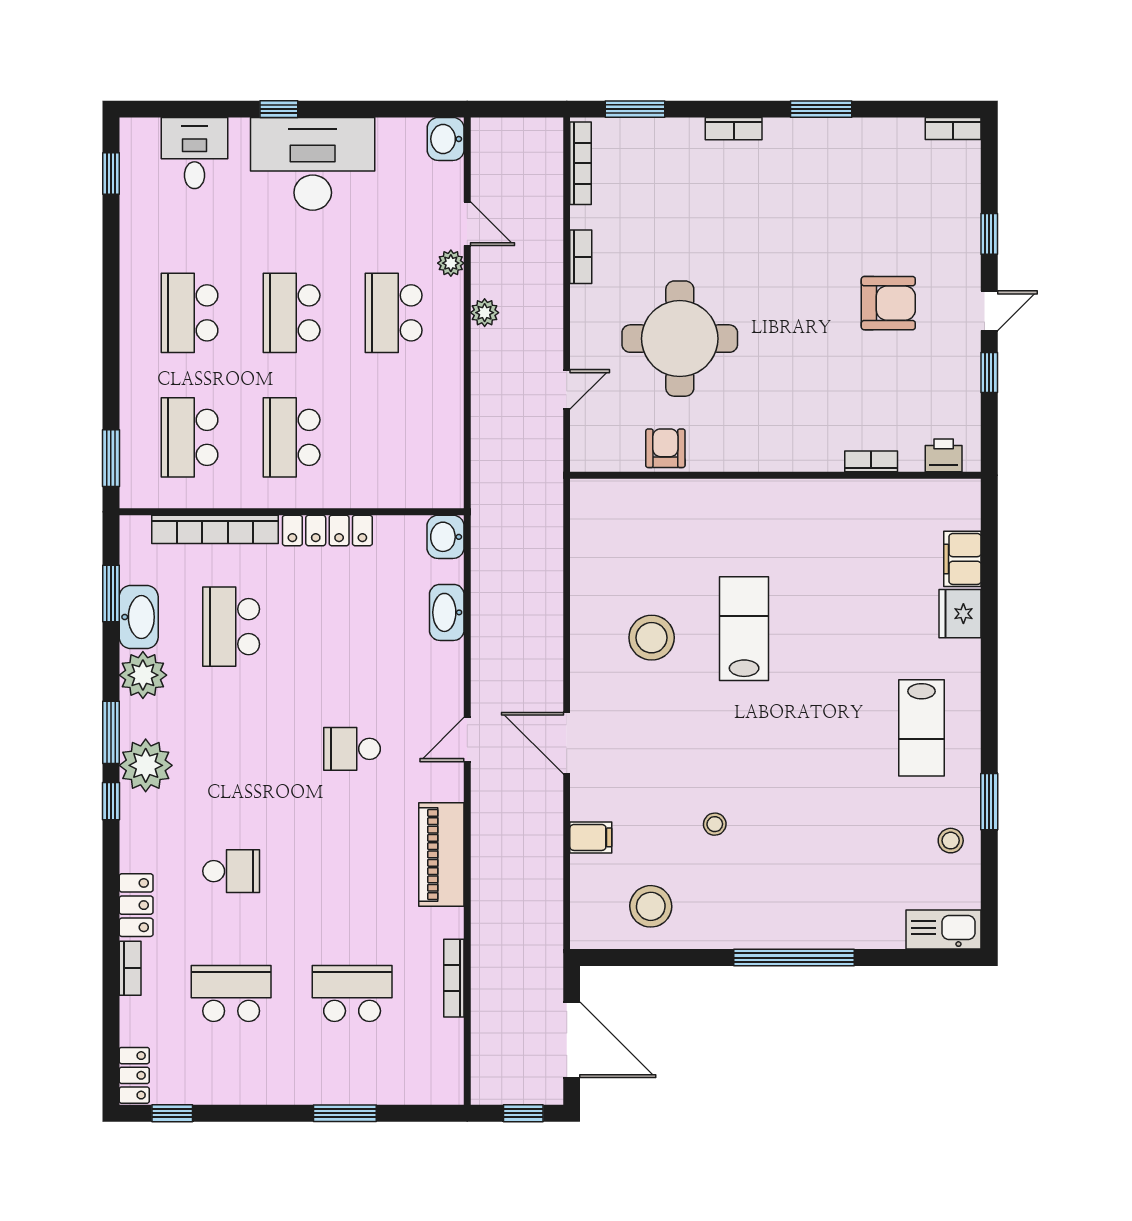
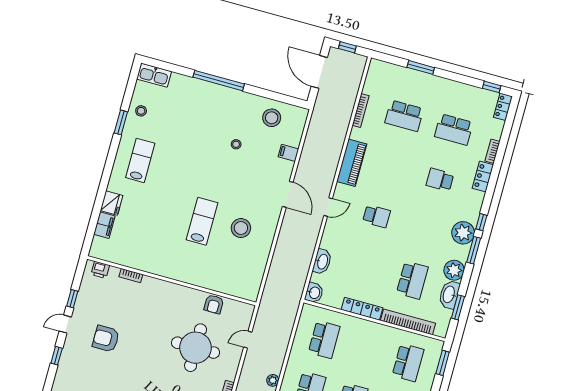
school desk: (292, 437) -> (324, 339), moved
lab bench: (744, 629) -> (202, 221), turned 180

